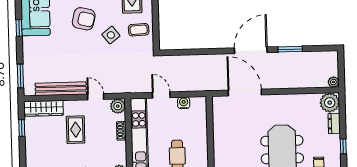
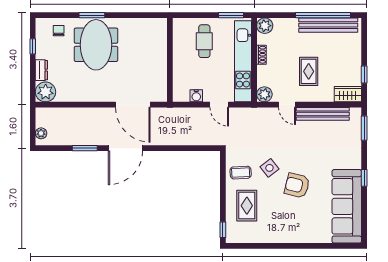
plant: (333, 82) -> (41, 133), moved
wardrobe: (43, 108) -> (348, 94), width x0.67
shoe rack: (121, 131) -> (261, 55), moved

